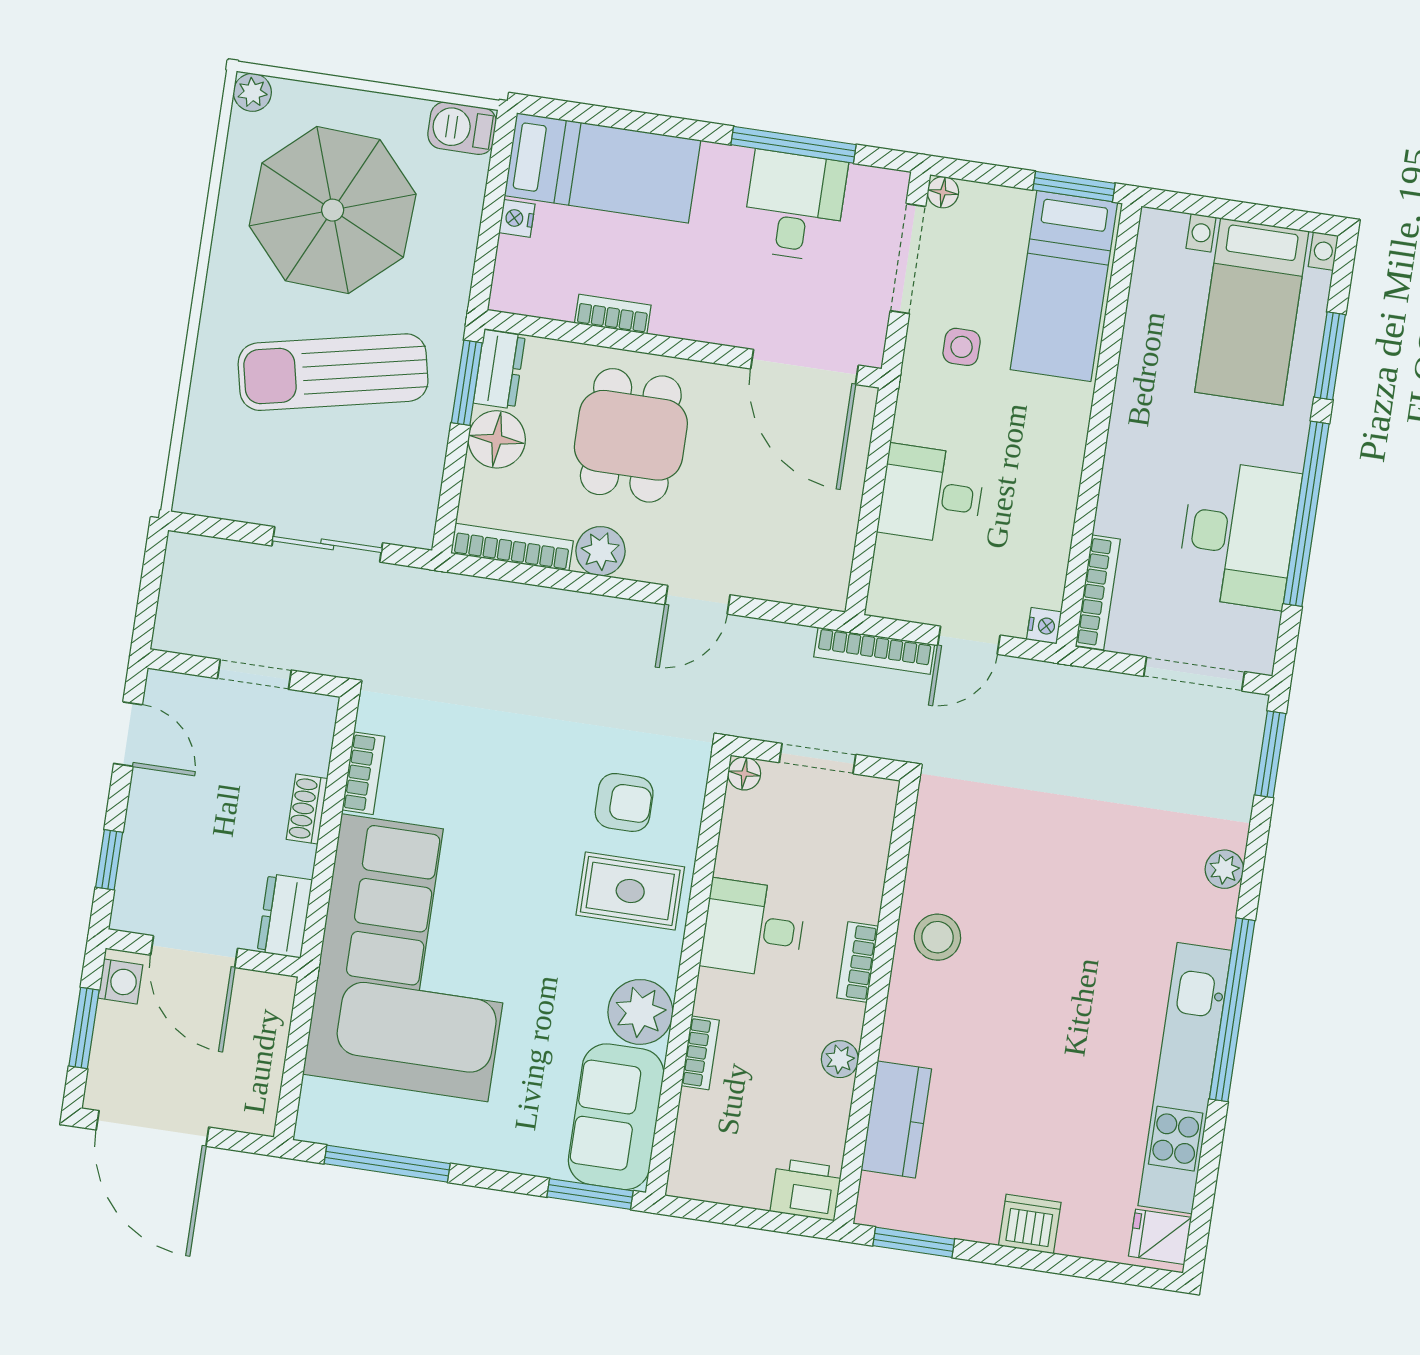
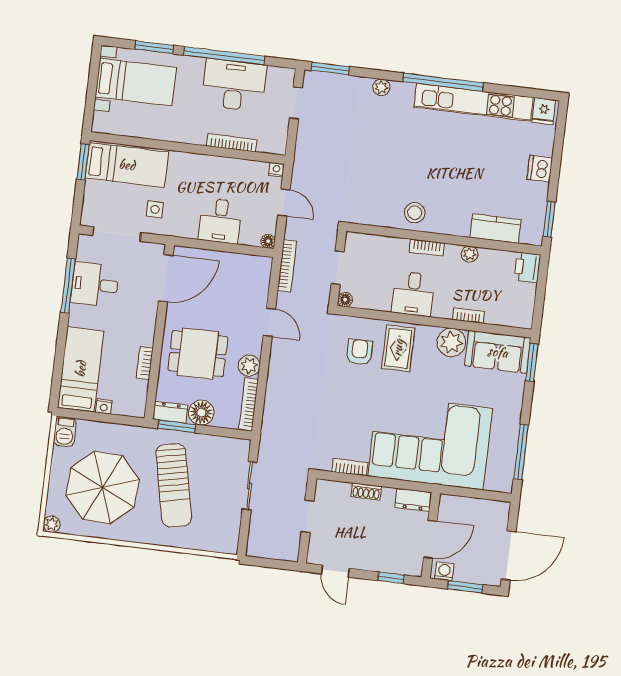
floor lamp: (943, 192) -> (268, 241), moved
bookcase: (1098, 592) -> (232, 143), moved
bookcase: (874, 651) -> (287, 266), moved
doorway: (1194, 674) -> (296, 103), width x0.73
door: (128, 734) -> (335, 571), swing flipped

